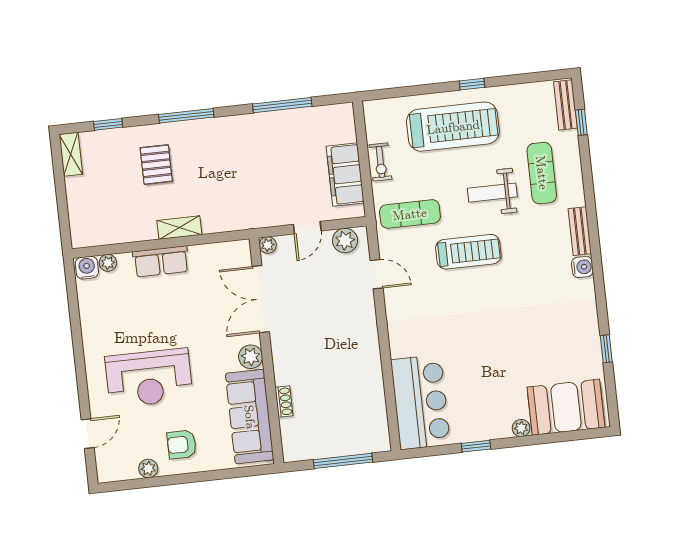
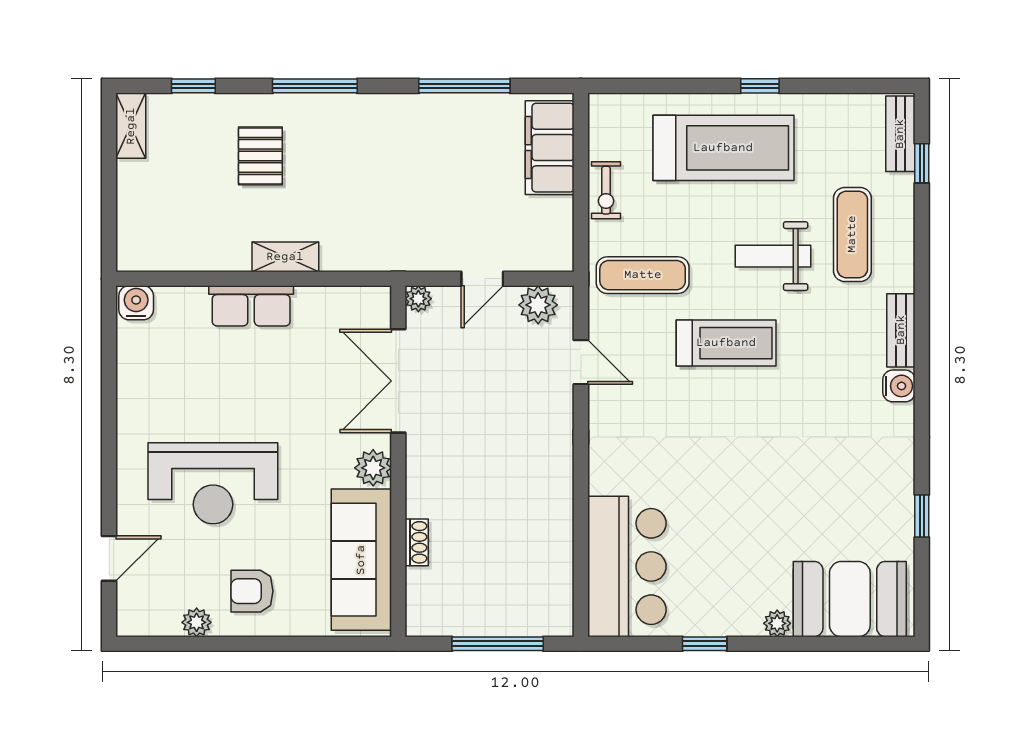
filing cabinet: (345, 175) -> (550, 148), moved
plant: (108, 263) -> (169, 299), removed

